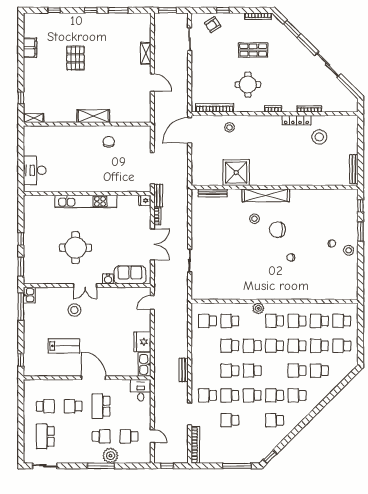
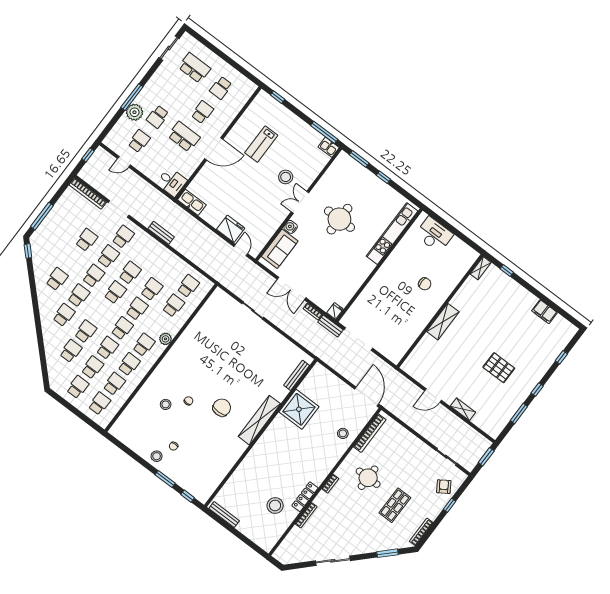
pallet: (75, 58) -> (499, 368), moved
chair: (109, 142) -> (425, 284), moved
kitchen unit: (86, 201) -> (392, 234), moved
stool: (254, 219) -> (166, 404), moved
fridge: (142, 342) -> (231, 229), moved

